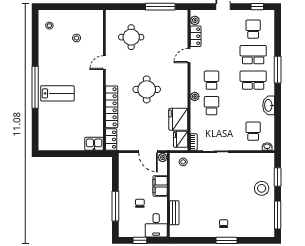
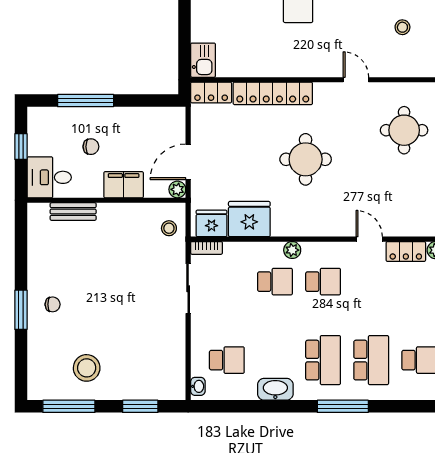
stool: (262, 188) -> (87, 368), moved

